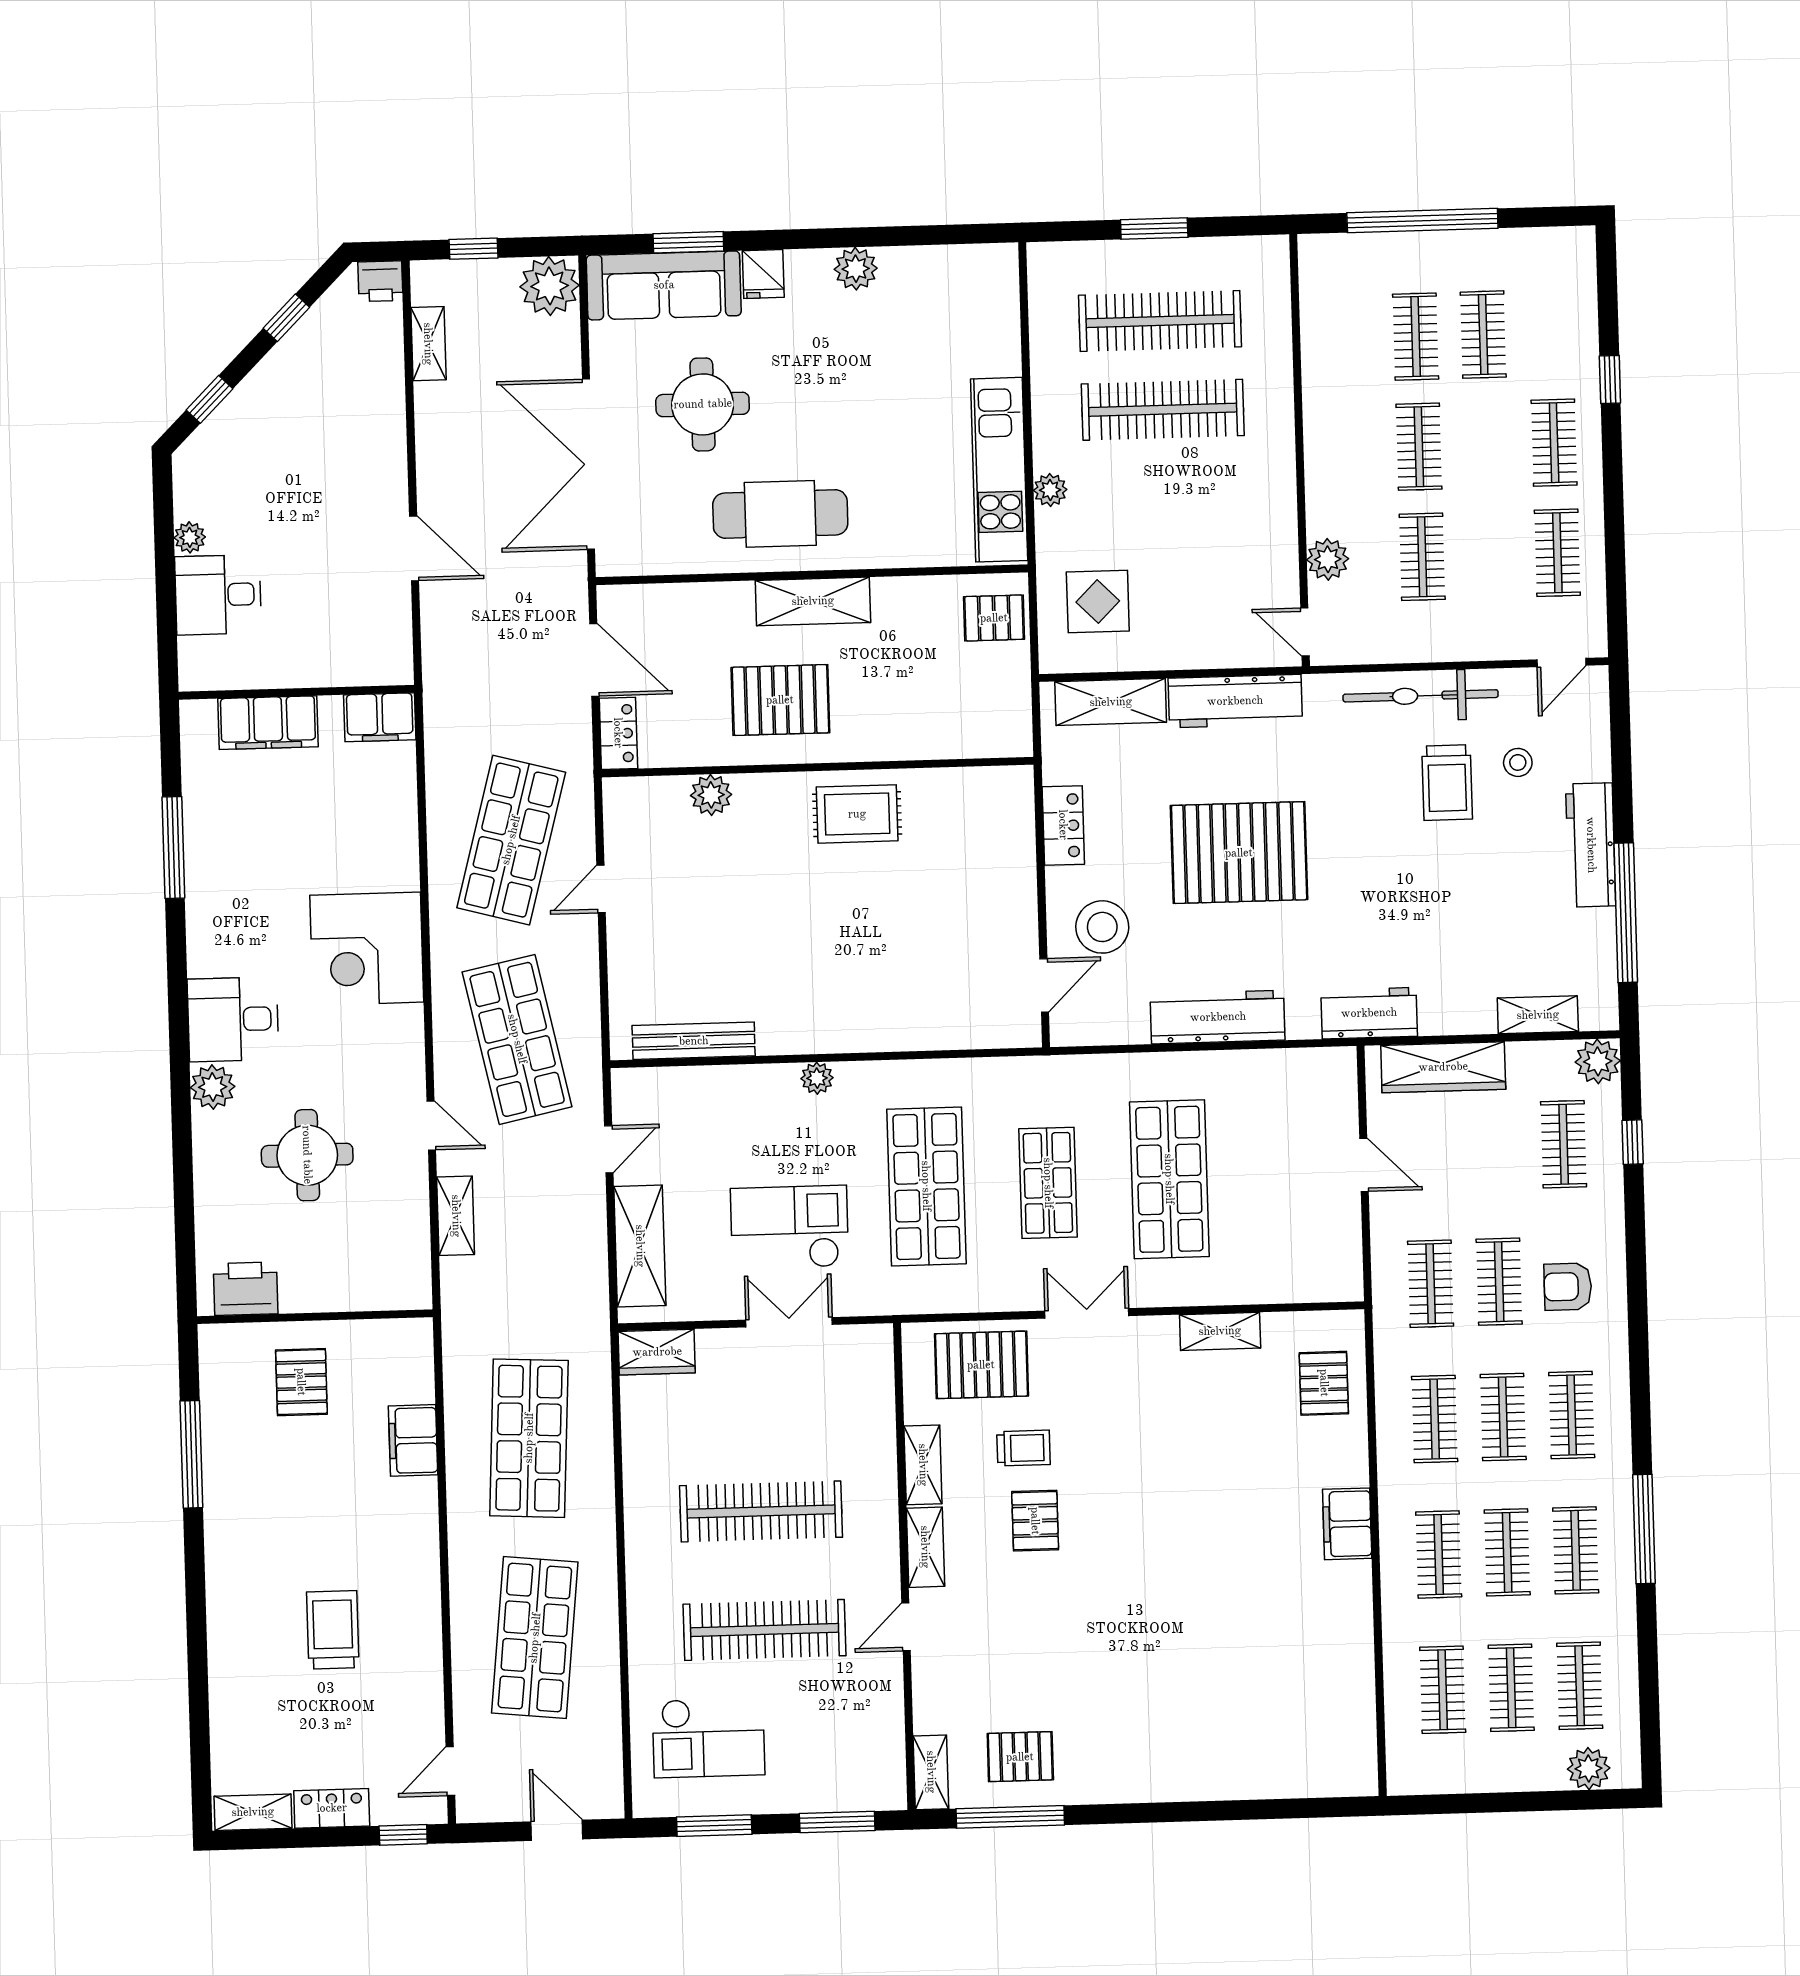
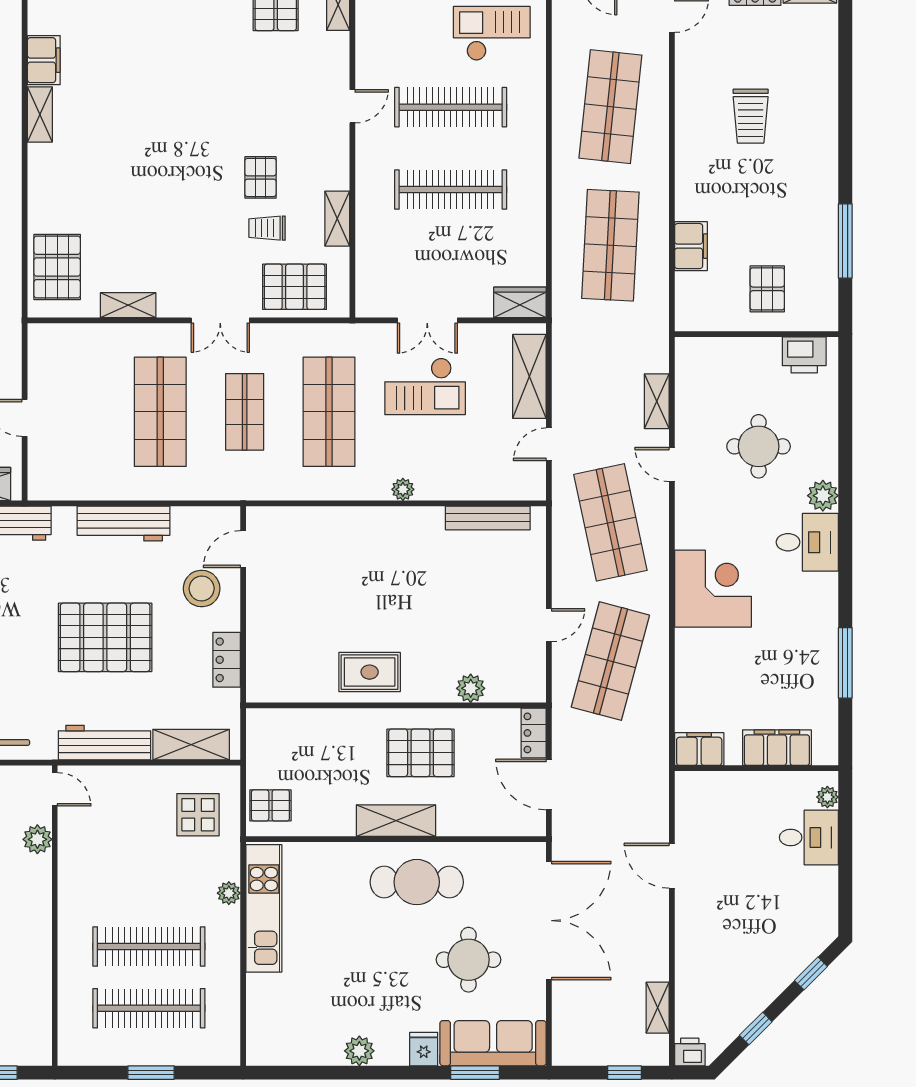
plant: (550, 286) -> (572, 1045), removed
plant: (190, 537) -> (827, 797), moved
pallet: (1324, 1383) -> (57, 267), width x1.50, depth x1.42
filing cabinet: (1347, 1524) -> (44, 60), moved
shelving: (925, 1547) -> (40, 114), moved

